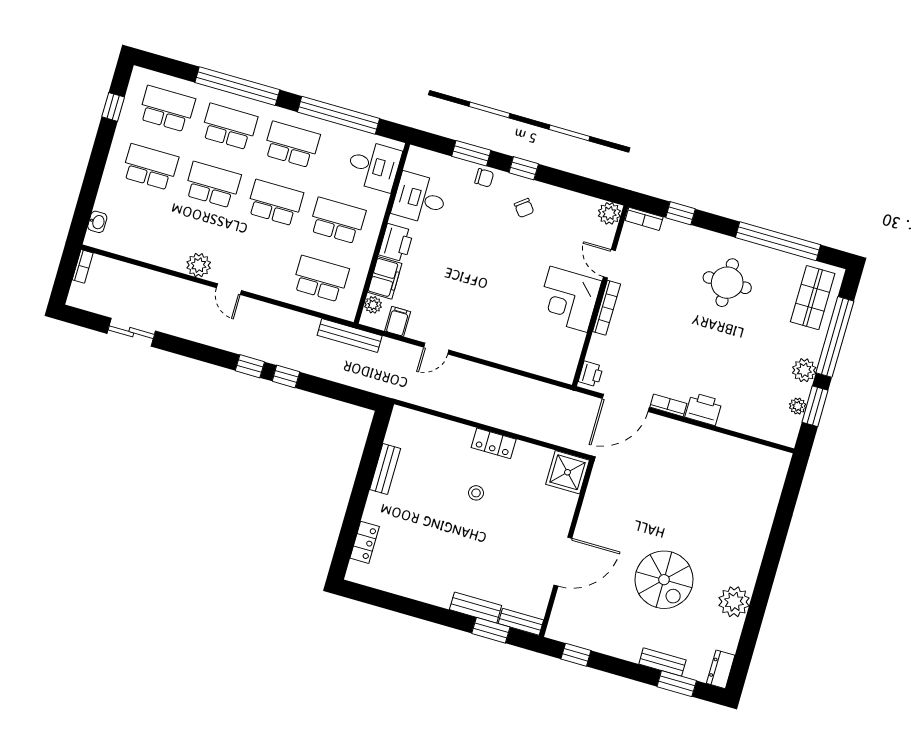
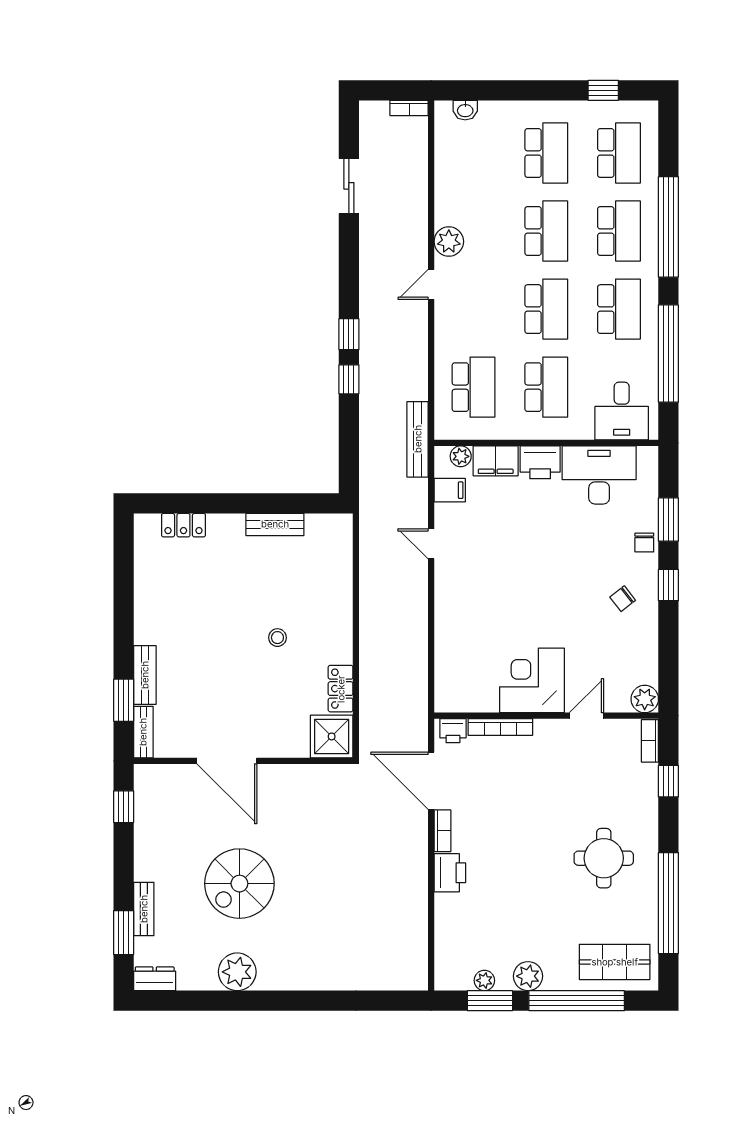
desk: (420, 198) -> (599, 475), width x1.37
bookcase: (607, 308) -> (500, 727), moved
locker: (494, 443) -> (341, 689), moved

